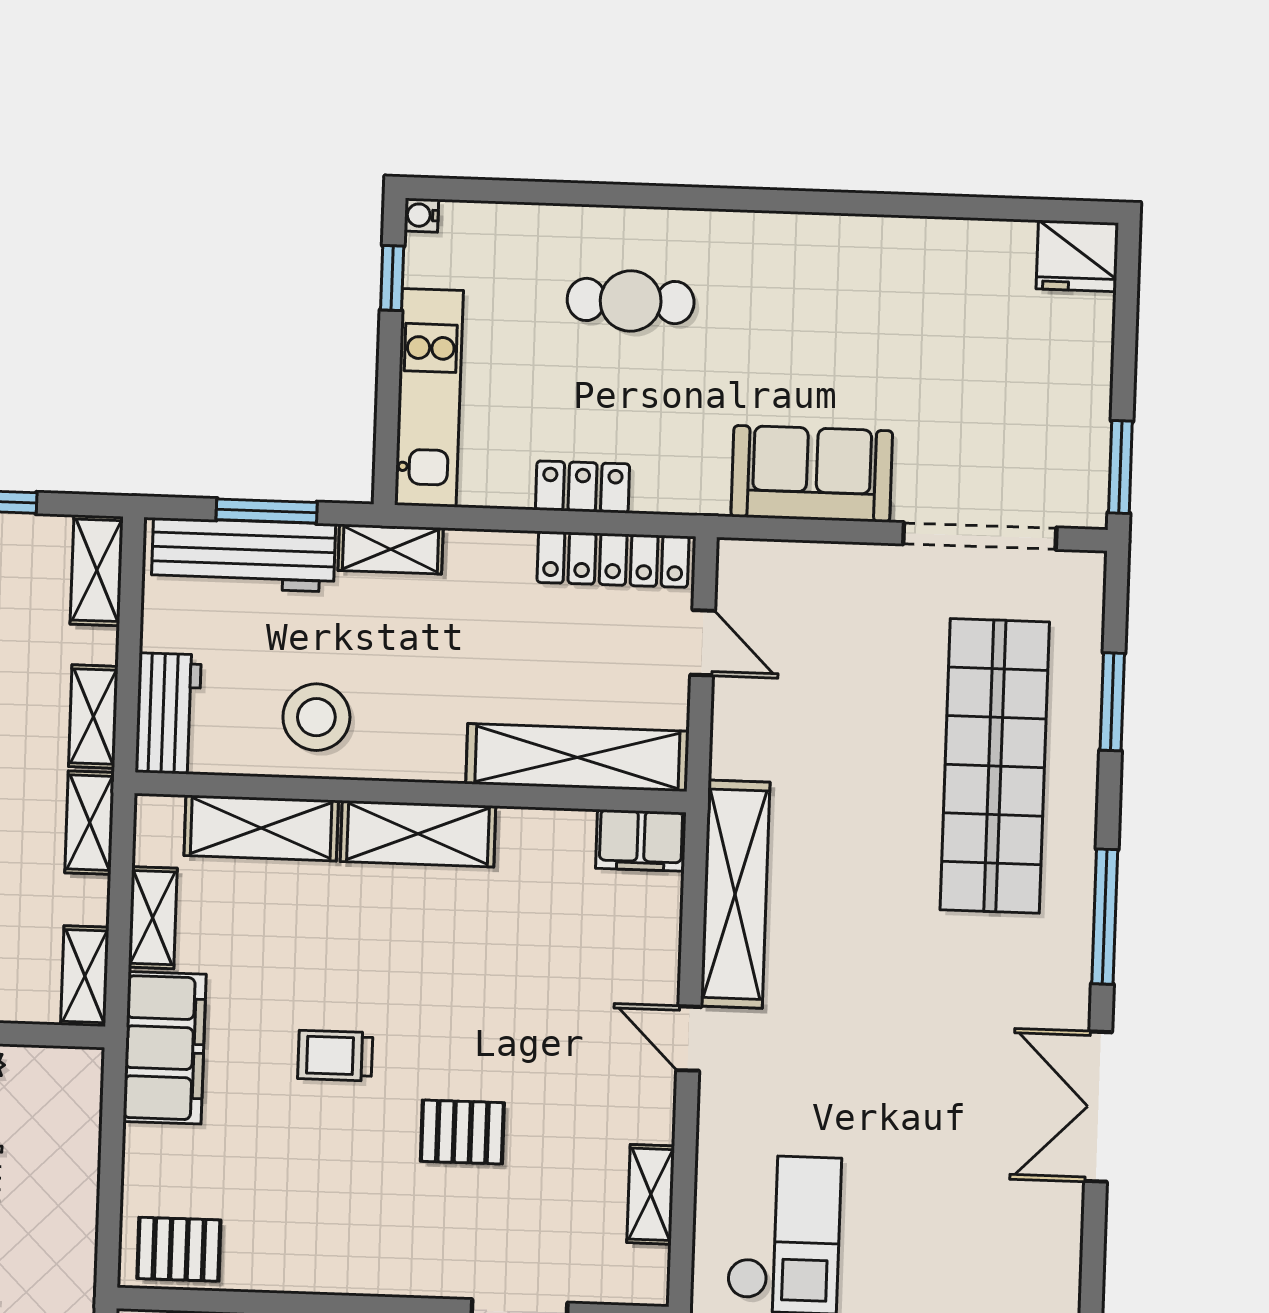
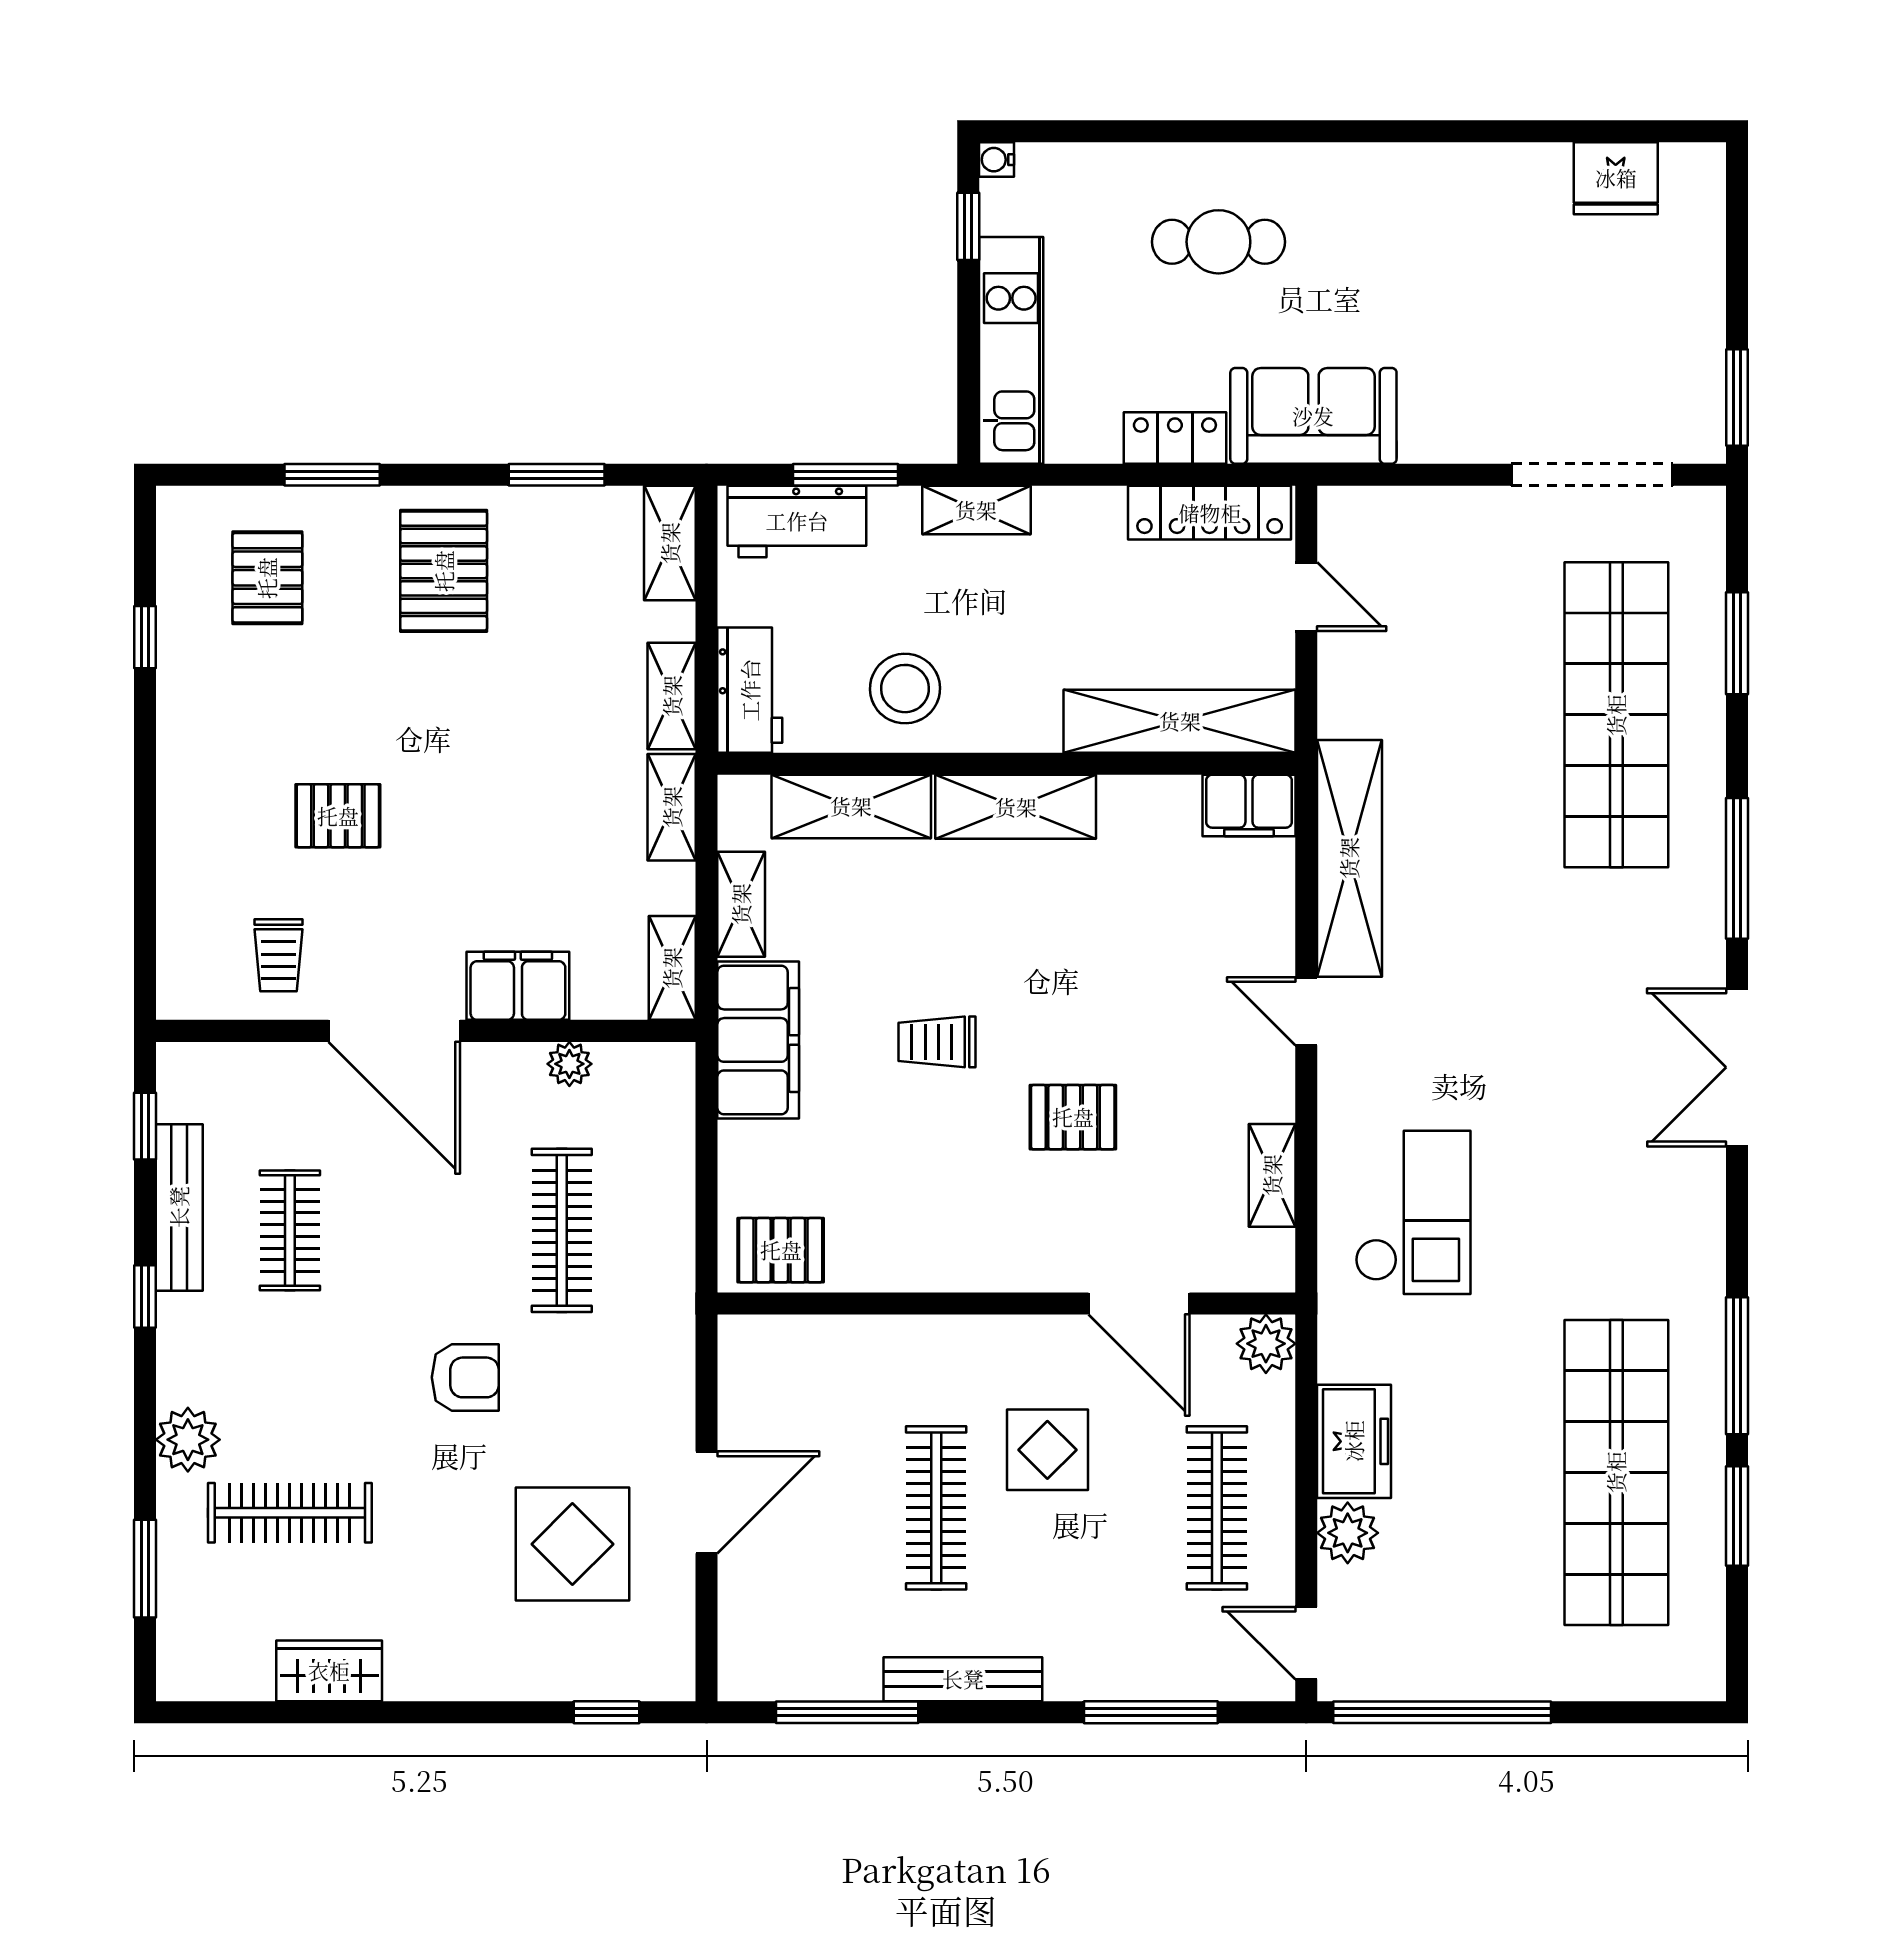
fridge: (1077, 256) -> (1616, 178), moved
sofa: (812, 474) -> (1313, 416), moved
workbench: (243, 555) -> (797, 521), width x0.73

